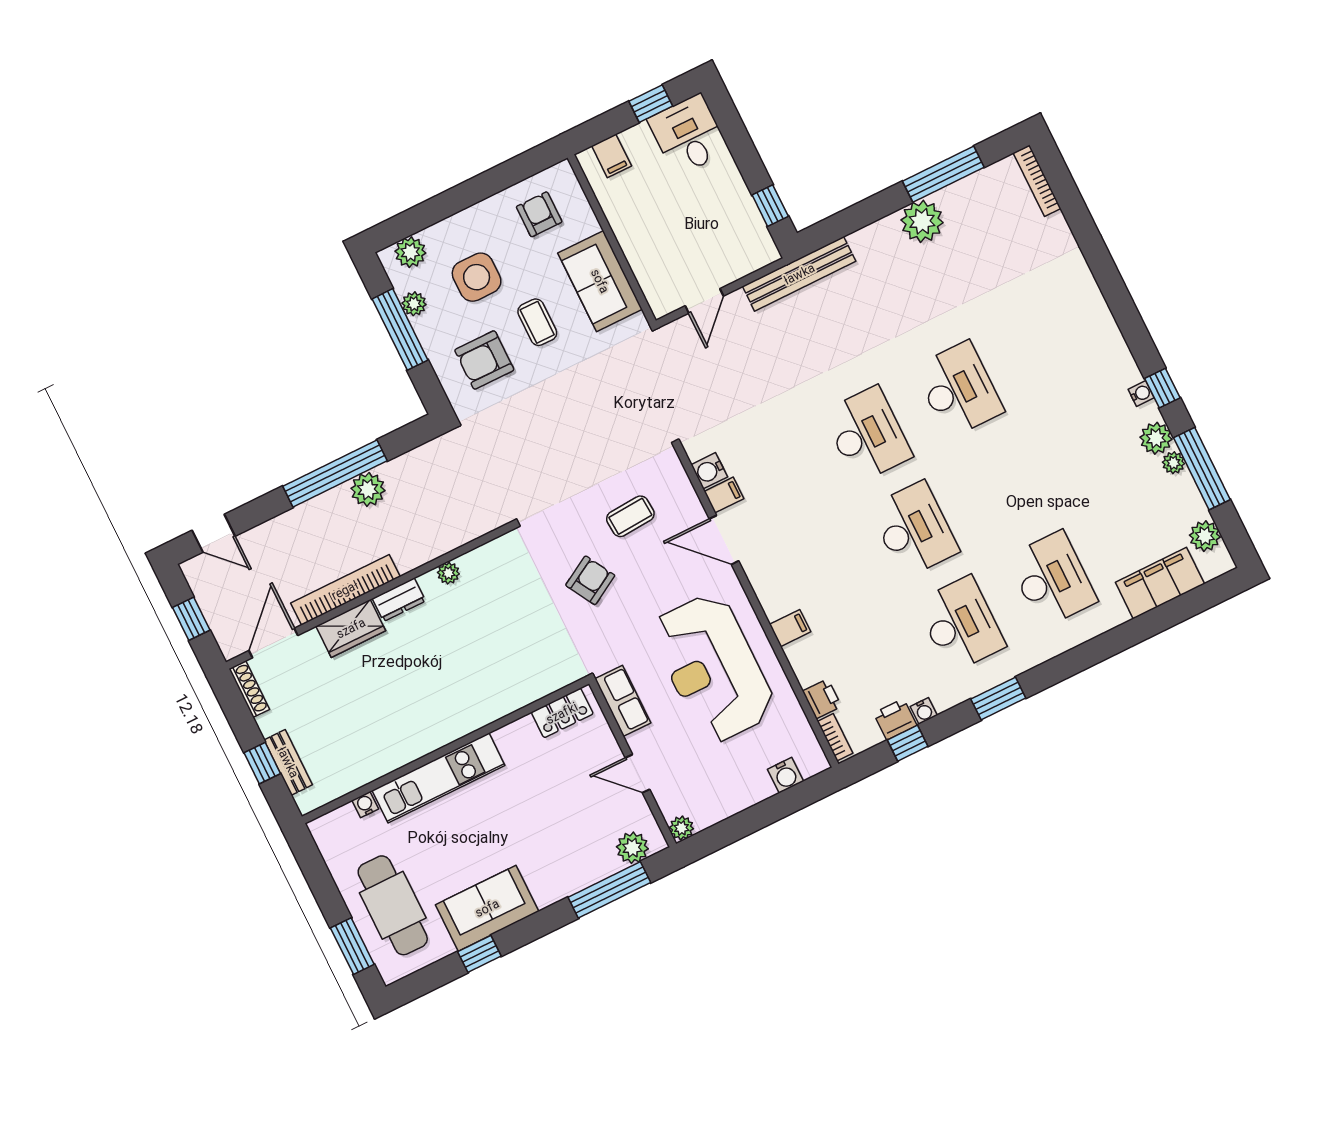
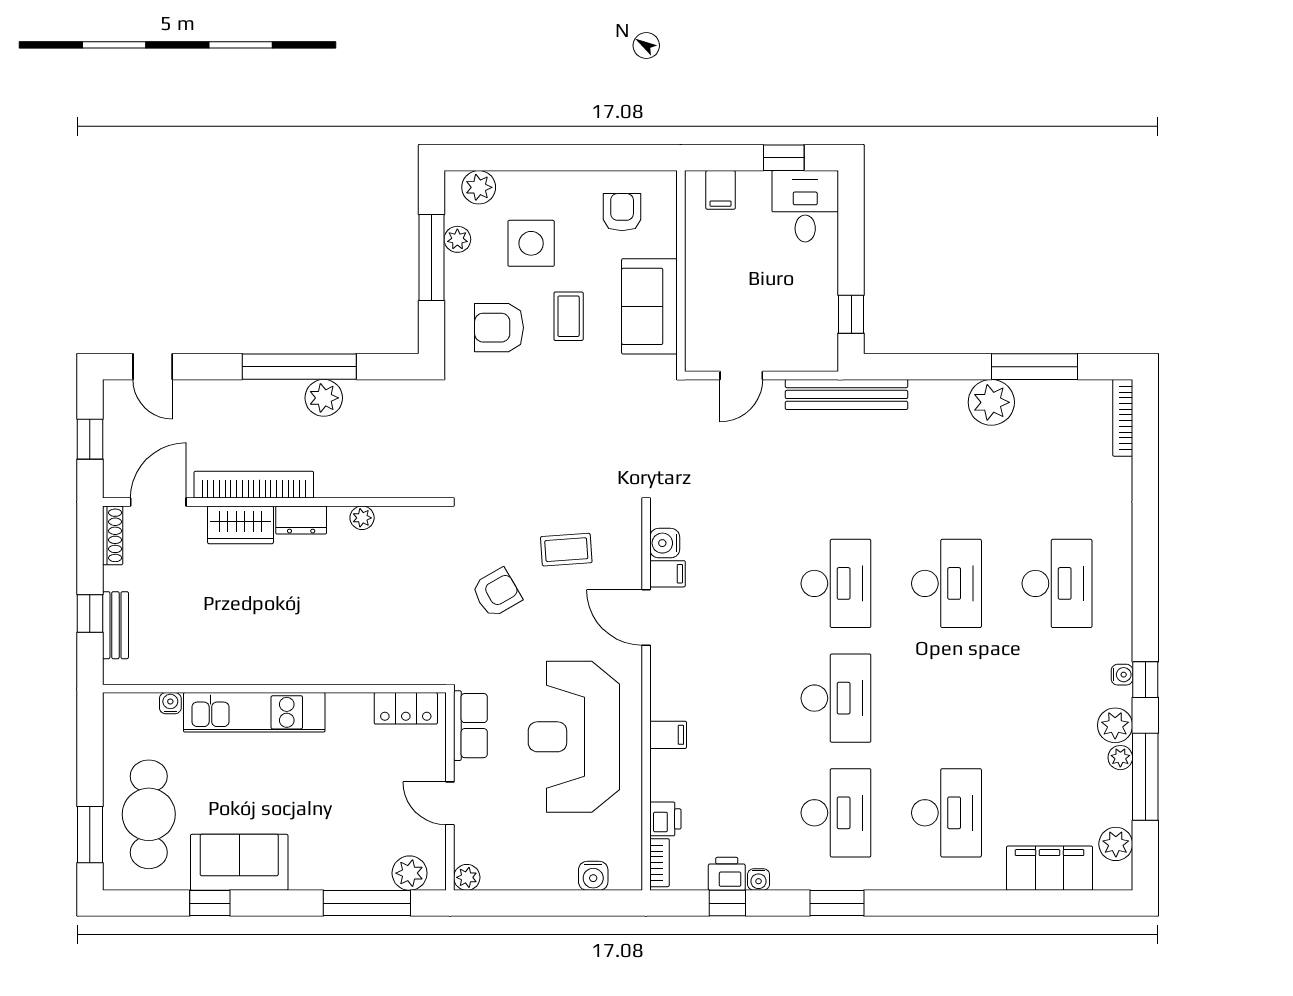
desk: (1050, 344) -> (1057, 583), added

